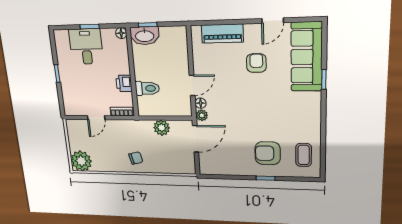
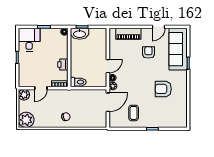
desk: (86, 47) -> (29, 40), moved
toilet: (147, 88) -> (78, 82), moved
plant: (162, 128) -> (24, 95), moved
armchair: (268, 153) -> (163, 89), moved
coffee table: (304, 155) -> (134, 113), moved

